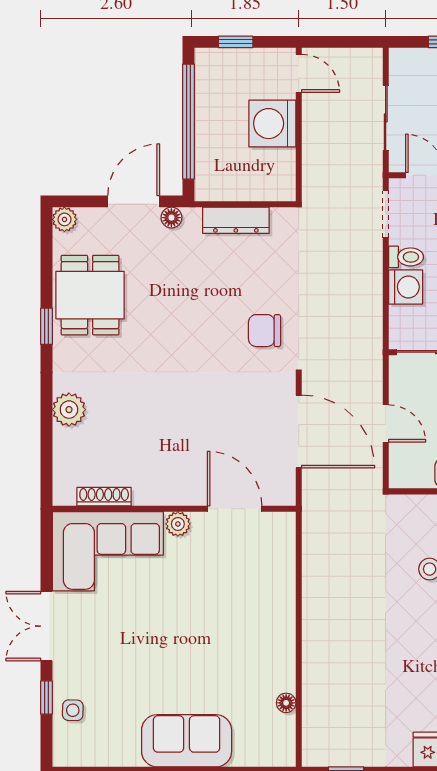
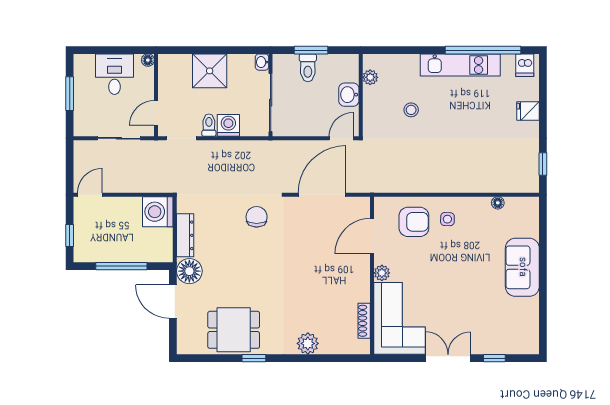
window: (189, 122) -> (121, 266), width x0.68
washing machine: (272, 124) -> (158, 212), moved, turned 90
floor lamp: (171, 218) -> (189, 271), width x1.89, depth x1.89
plant: (64, 219) -> (185, 346), removed
chair: (265, 331) -> (257, 217), turned 180
door: (386, 424) -> (341, 138), moved
armchair: (257, 573) -> (414, 222), added
double door: (46, 626) -> (448, 358), swing flipped
side table: (73, 710) -> (447, 219), moved

